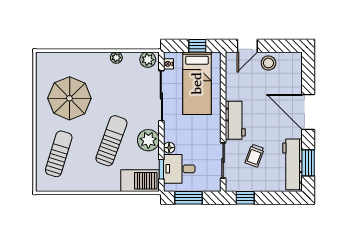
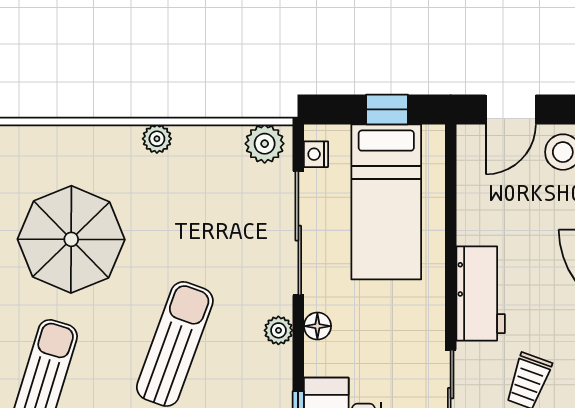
plant: (116, 58) -> (157, 139), moved
plant: (148, 140) -> (278, 330), width x0.53, depth x0.53
floor lamp: (169, 148) -> (317, 326), moved

